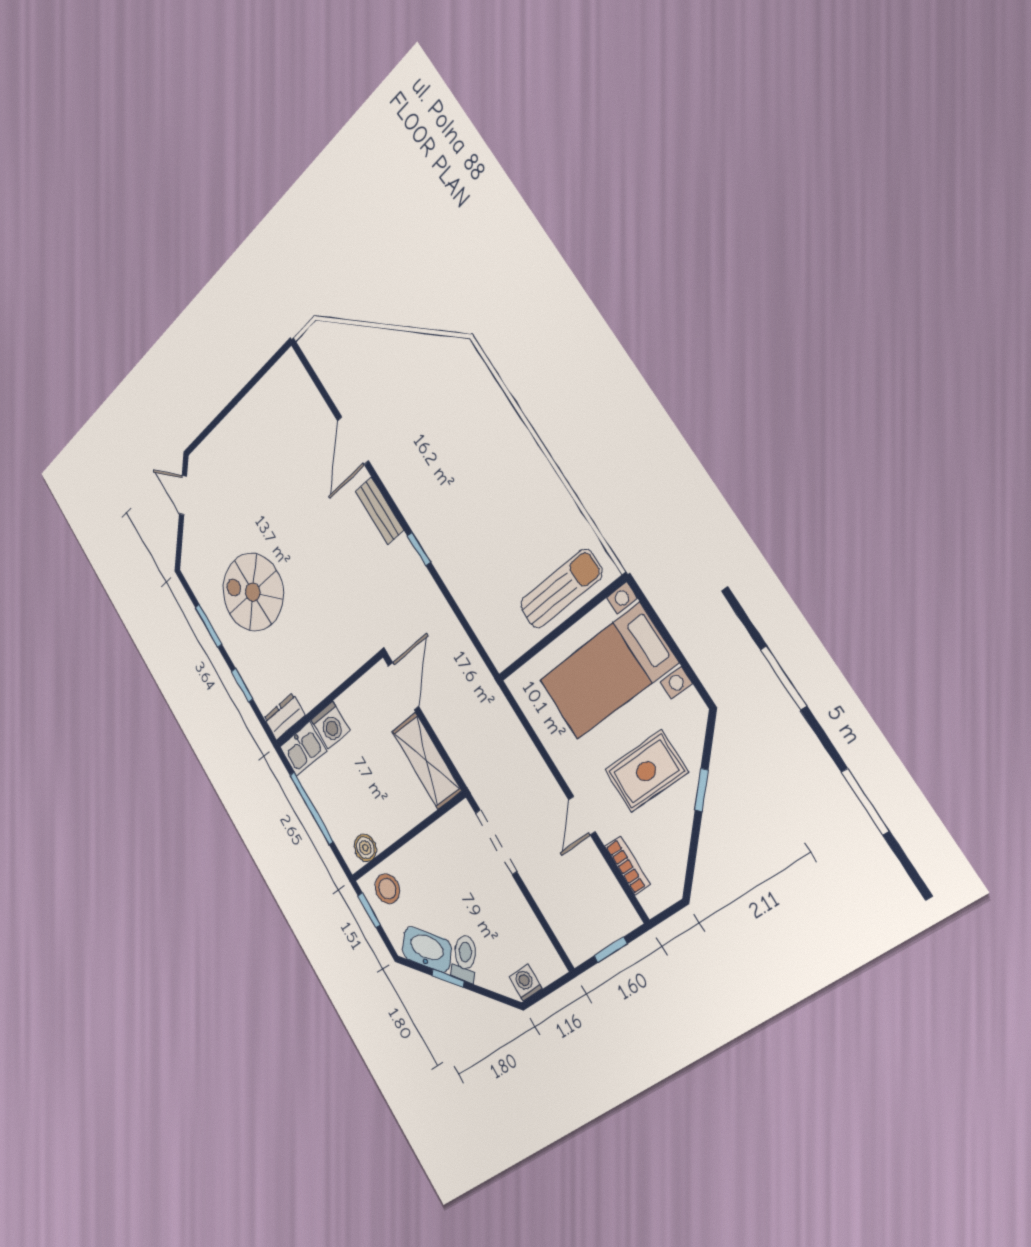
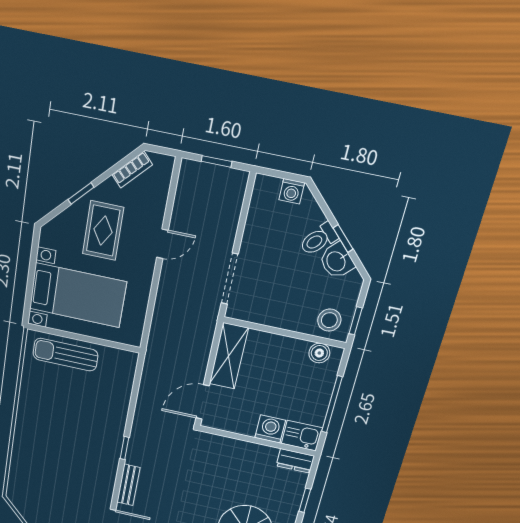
rug: (646, 771) -> (103, 231), turned 90
bookcase: (628, 865) -> (132, 170), moved, turned -135
washbasin: (427, 949) -> (337, 261), width x0.72

